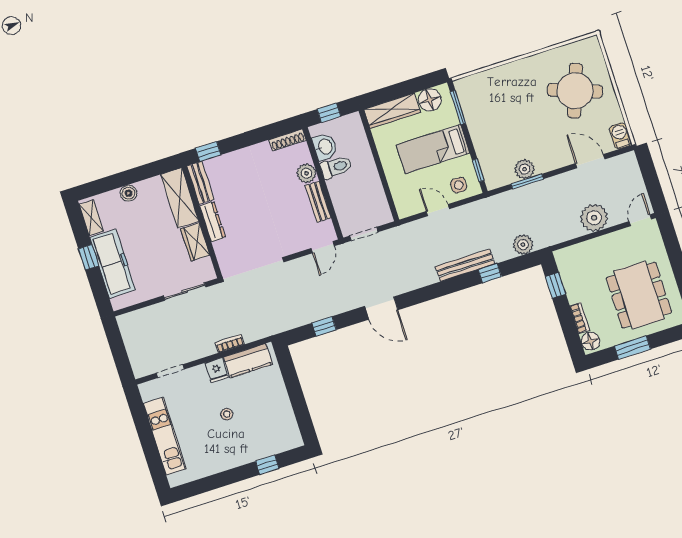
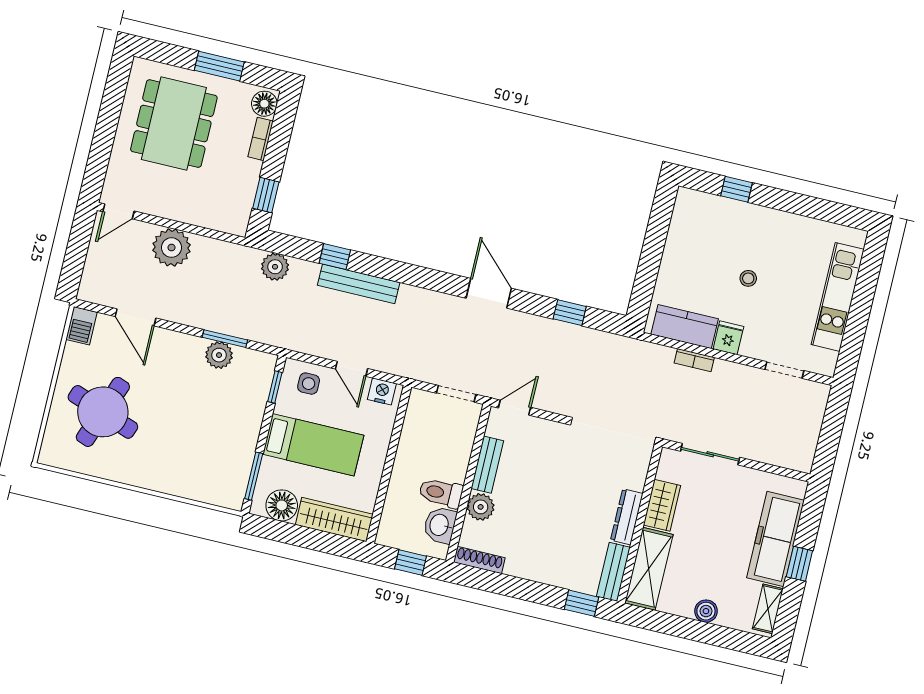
nightstand: (410, 208) -> (382, 391), added

